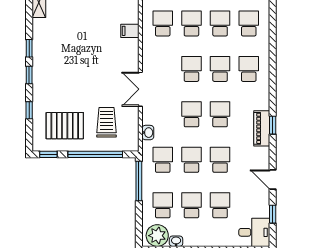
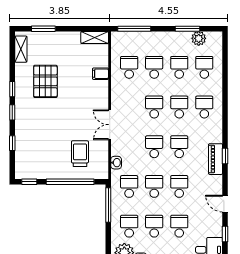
pallet: (65, 126) -> (45, 81), moved, turned 90

